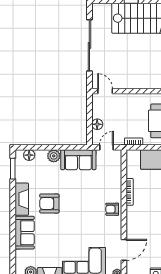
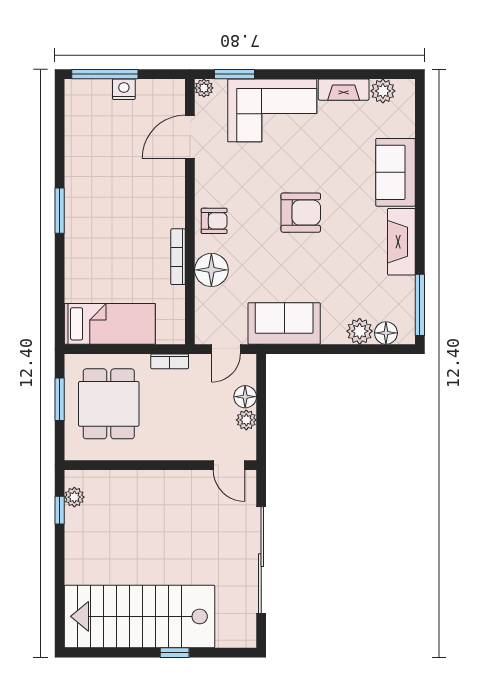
plant: (97, 113) -> (246, 420), added
plant: (54, 156) -> (360, 331), moved
window: (13, 169) -> (420, 305), width x1.44
floor lamp: (113, 186) -> (211, 270), added
armchair: (49, 203) -> (301, 213), moved

